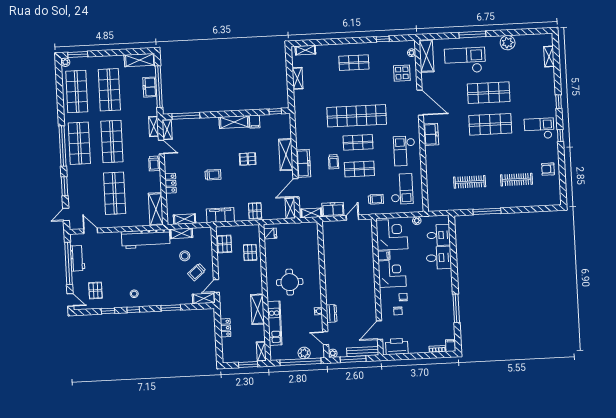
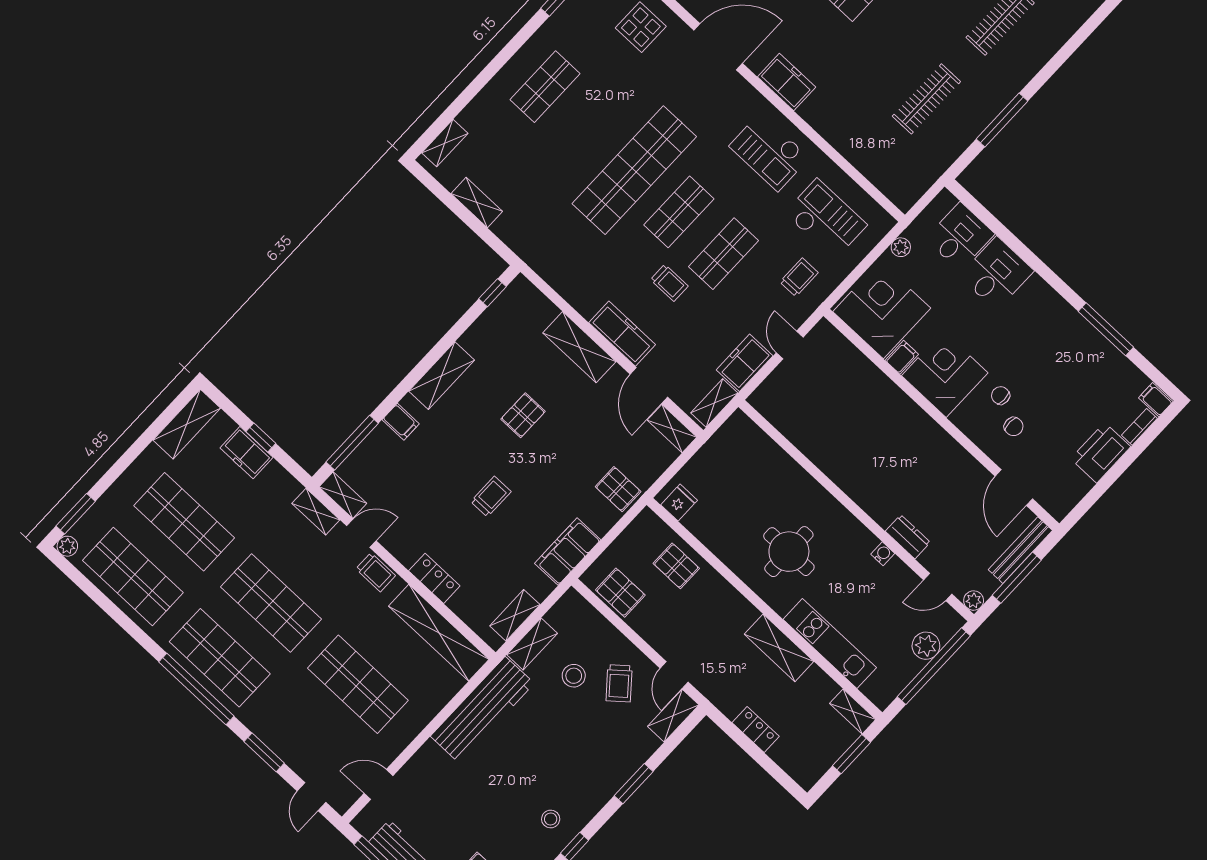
window: (159, 87) -> (261, 438), width x0.32
filing cabinet: (255, 122) -> (401, 422), moved
shelving: (156, 209) -> (439, 633), width x1.47
printer: (397, 346) -> (1101, 453), moved

